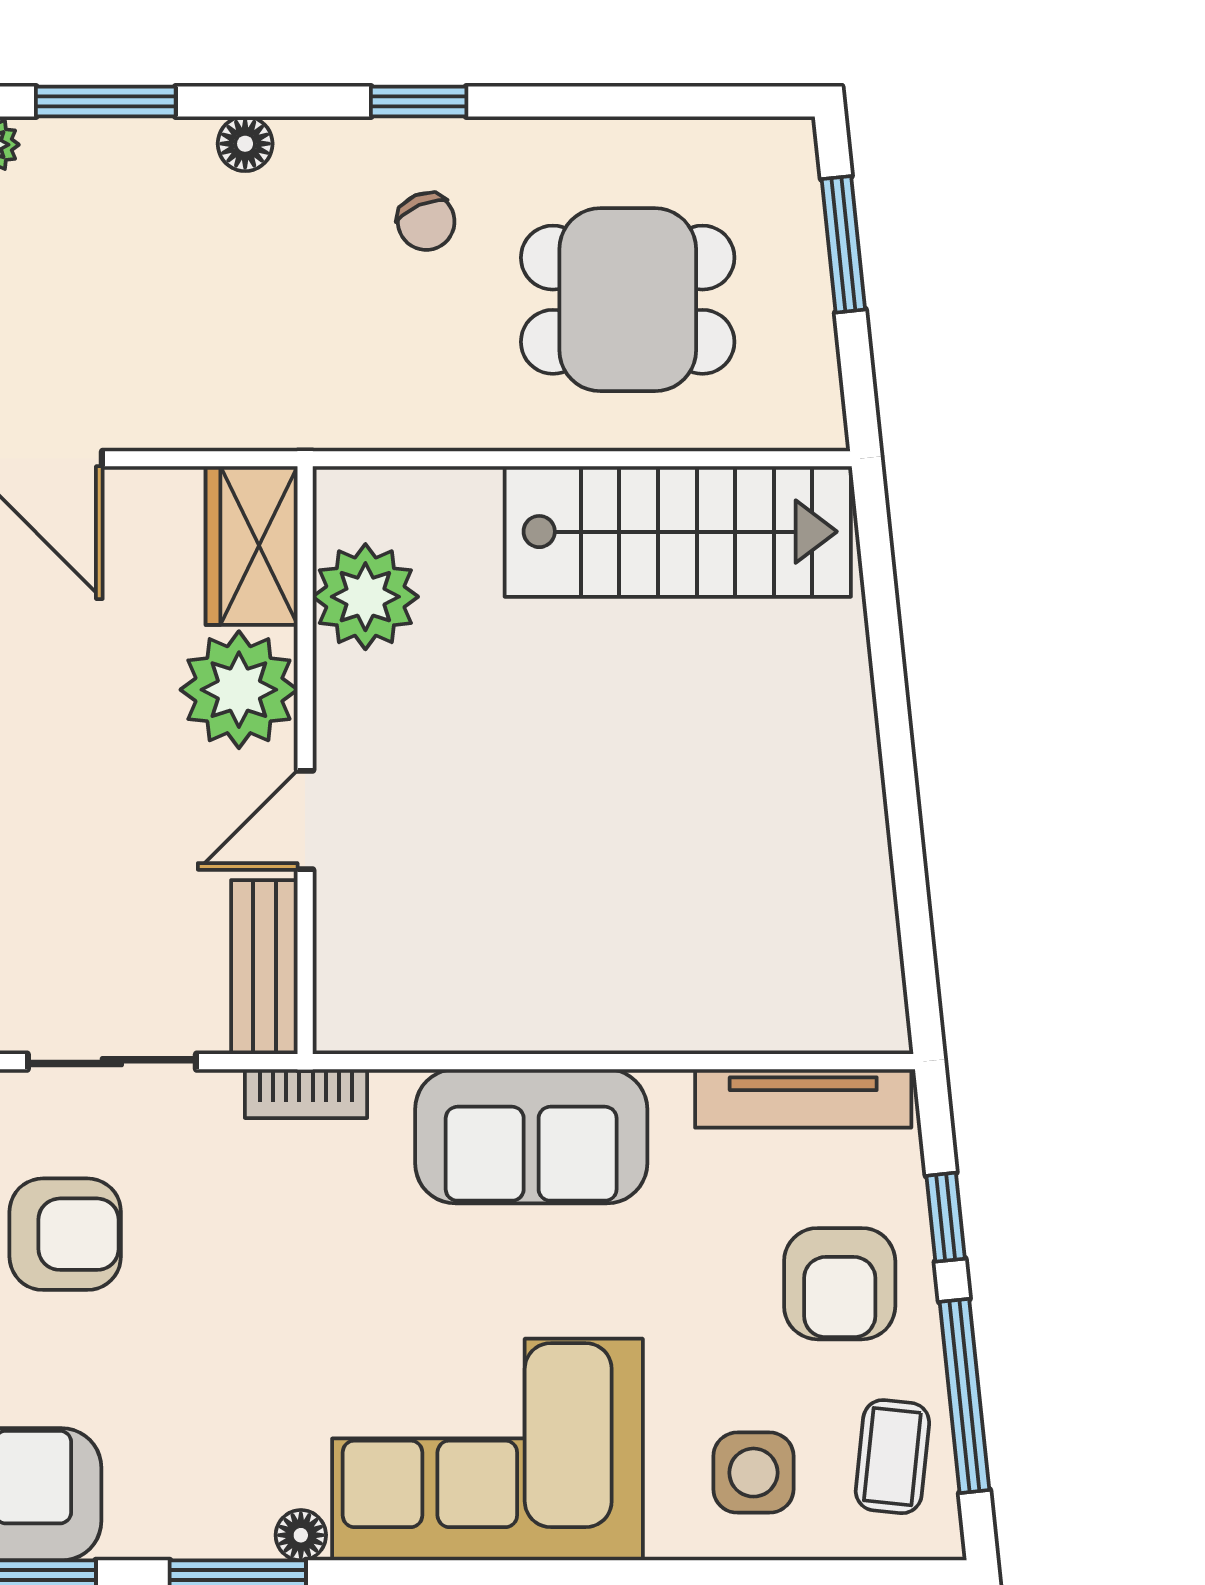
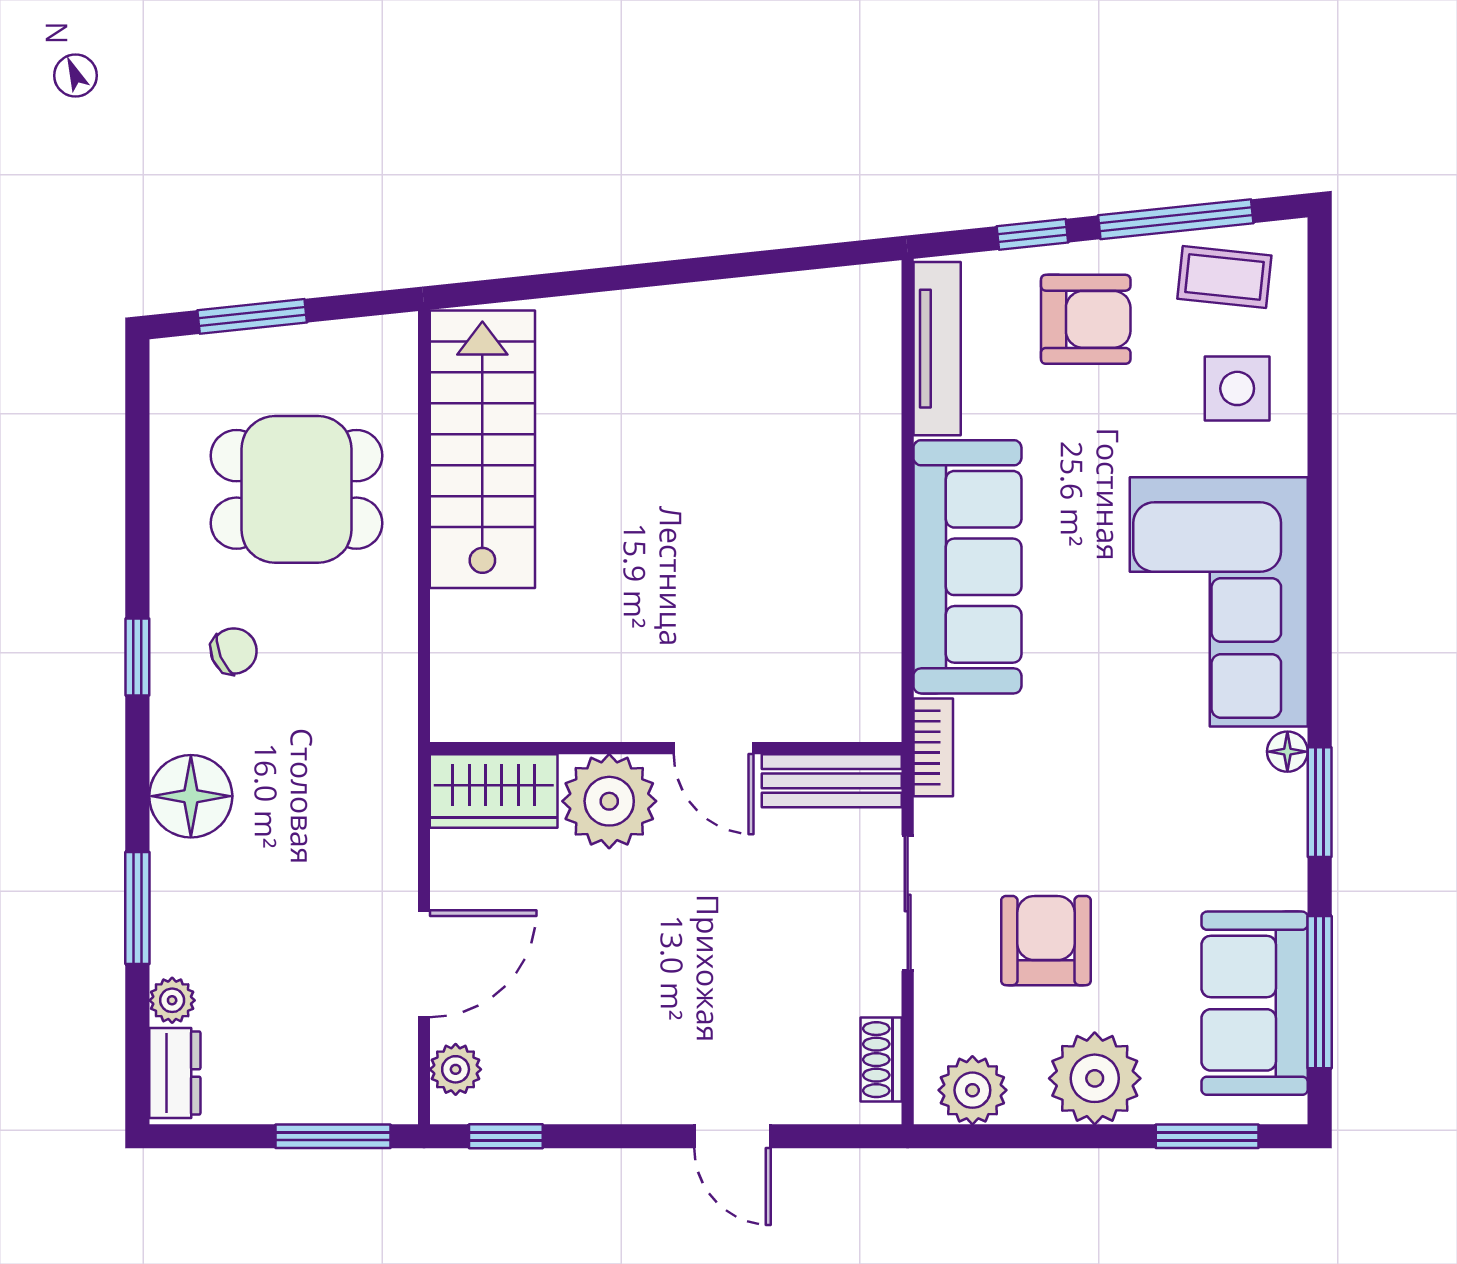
floor lamp: (245, 144) -> (191, 796), width x1.89, depth x1.89
dining table: (628, 300) -> (296, 489), turned 90
plant: (365, 597) -> (535, 700), removed
sofa: (531, 1136) -> (967, 567), width x1.36

